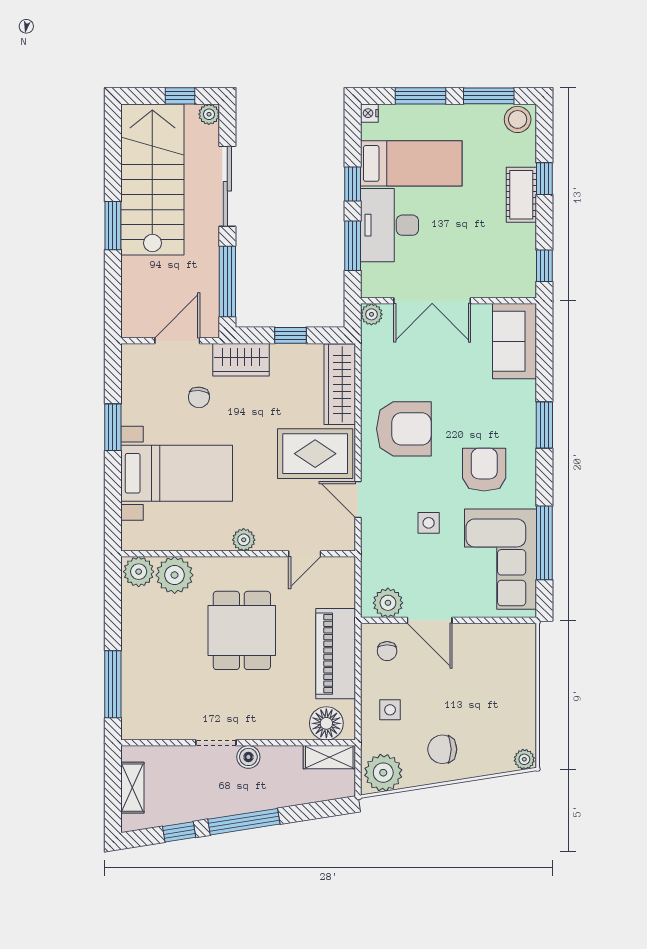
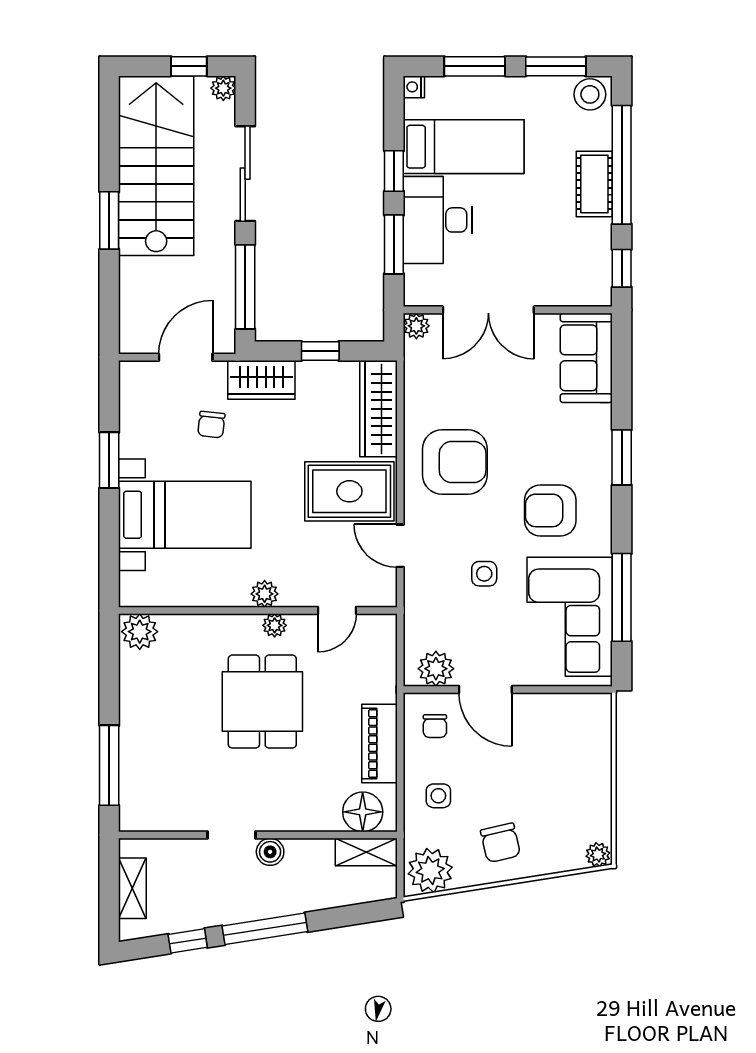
window: (544, 179) -> (622, 165), width x3.17
armchair: (484, 470) -> (550, 510), turned -90
plant: (175, 575) -> (275, 625), moved, width x0.53, depth x0.53
piano: (336, 654) -> (379, 744), width x0.73, depth x0.75
chair: (442, 749) -> (500, 843), turned -103

